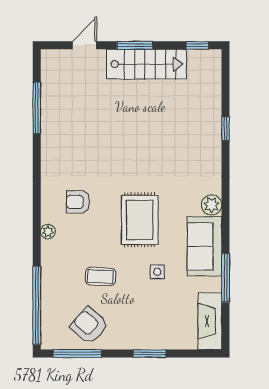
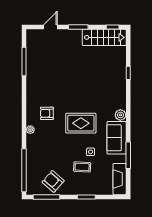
stairs: (146, 64) -> (104, 37), moved
rug: (140, 220) -> (81, 123), turned 90
coffee table: (100, 276) -> (82, 167), moved

